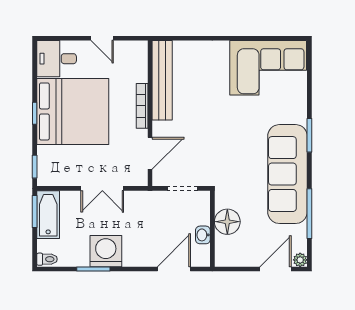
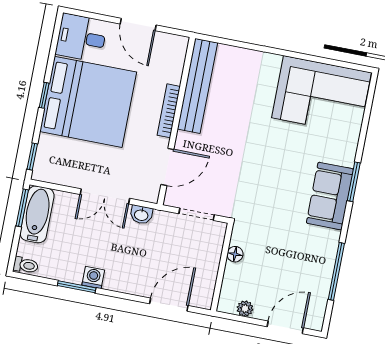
door: (102, 38) -> (138, 24), width x1.38
sofa: (287, 174) -> (330, 196), width x0.54, depth x0.79
floor lamp: (227, 222) -> (235, 254), width x0.53, depth x0.53
washbasin: (203, 235) -> (141, 215), moved, turned -90
washing machine: (106, 251) -> (93, 277), width x0.53, depth x0.53
plant: (300, 260) -> (245, 309), moved

